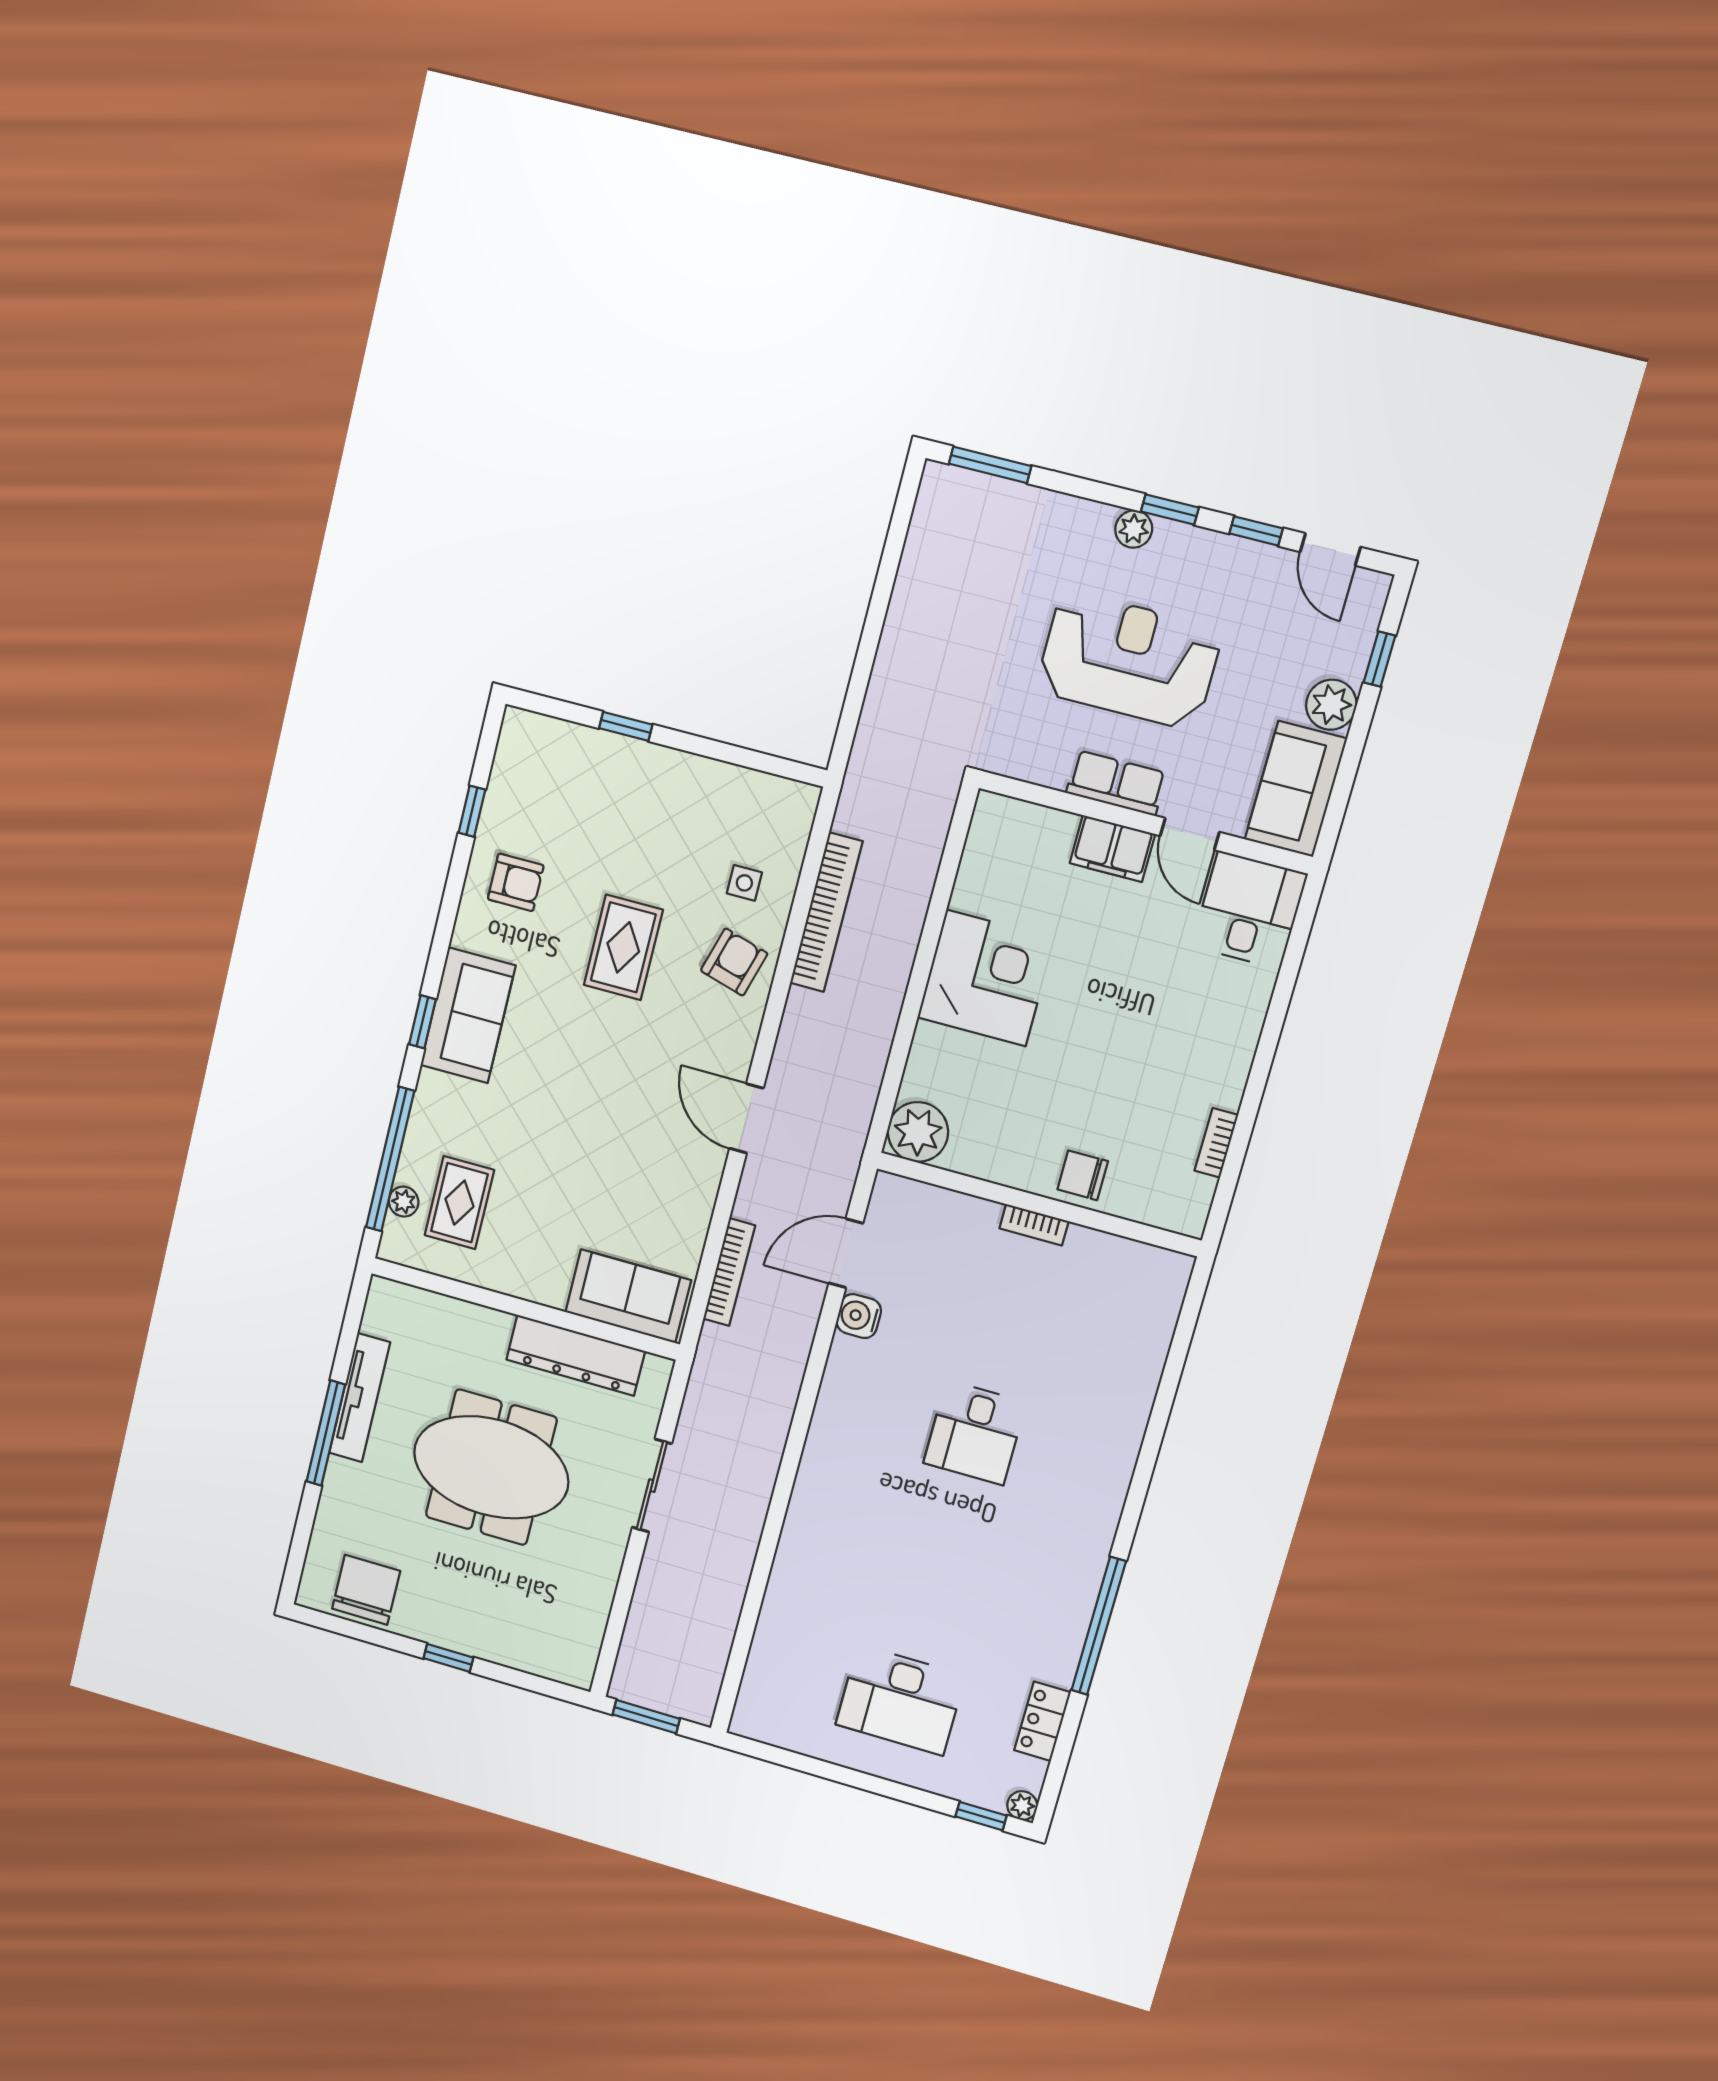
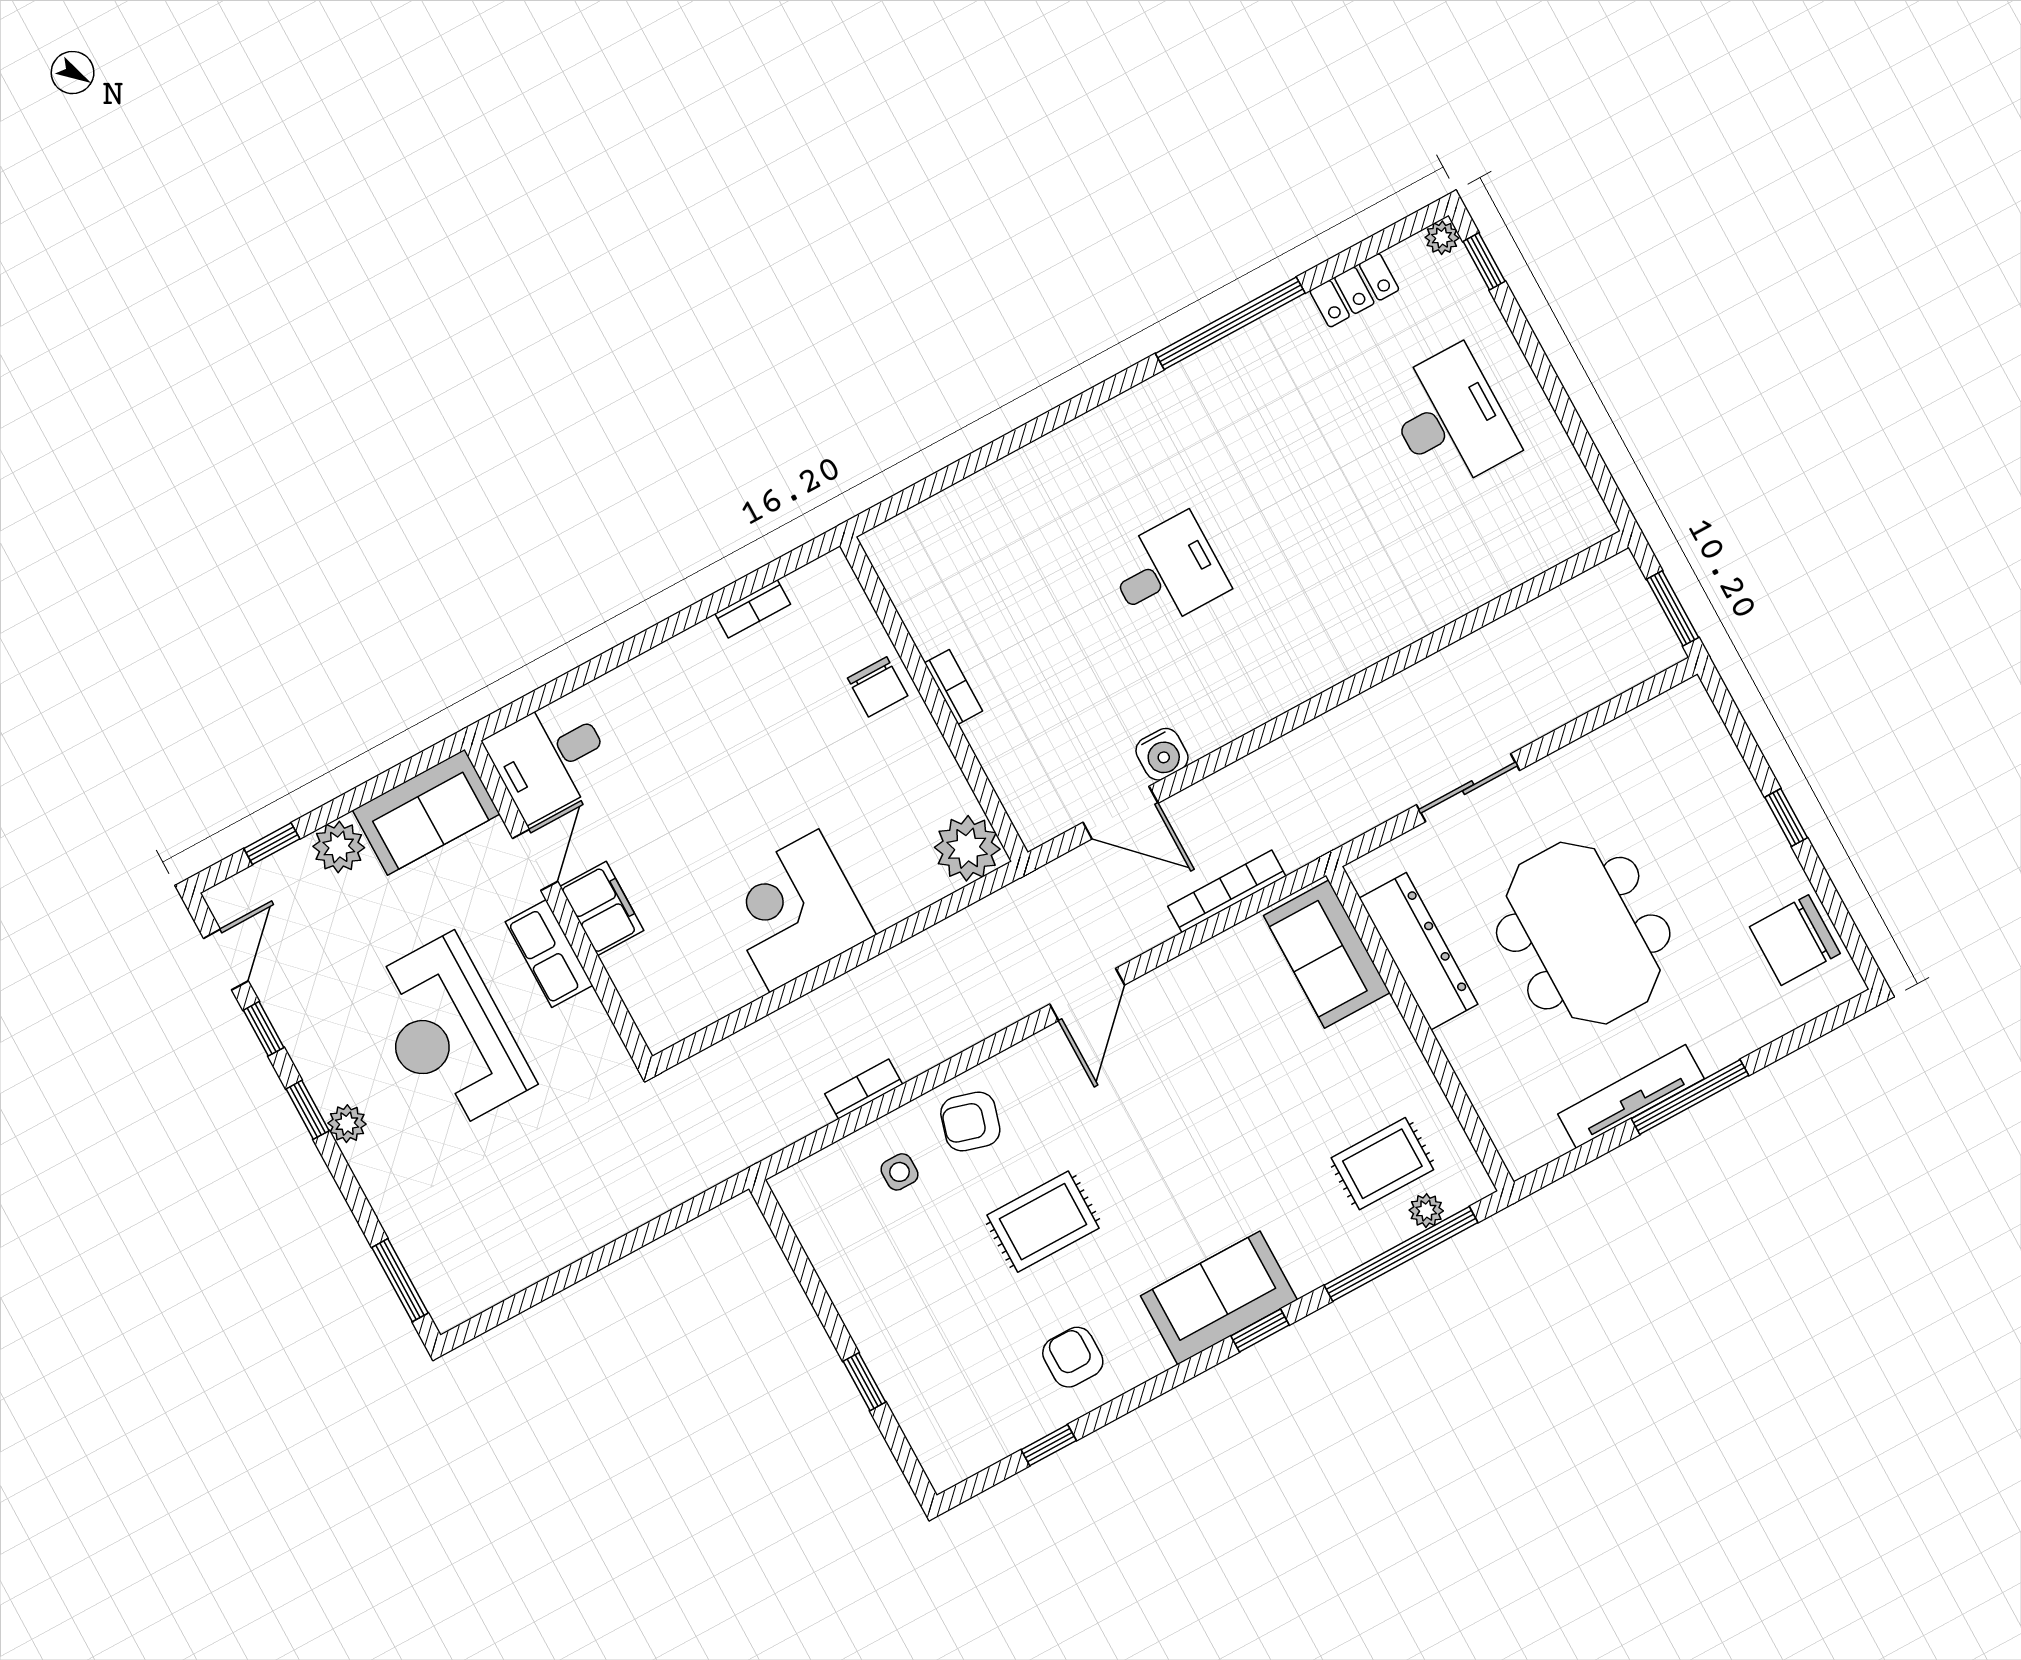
bookcase: (826, 912) -> (864, 1089), width x0.43, depth x0.76

